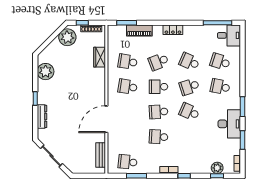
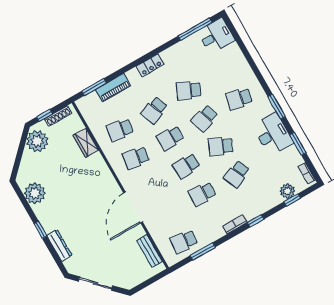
school desk: (220, 62) -> (237, 174), moved, turned -42

